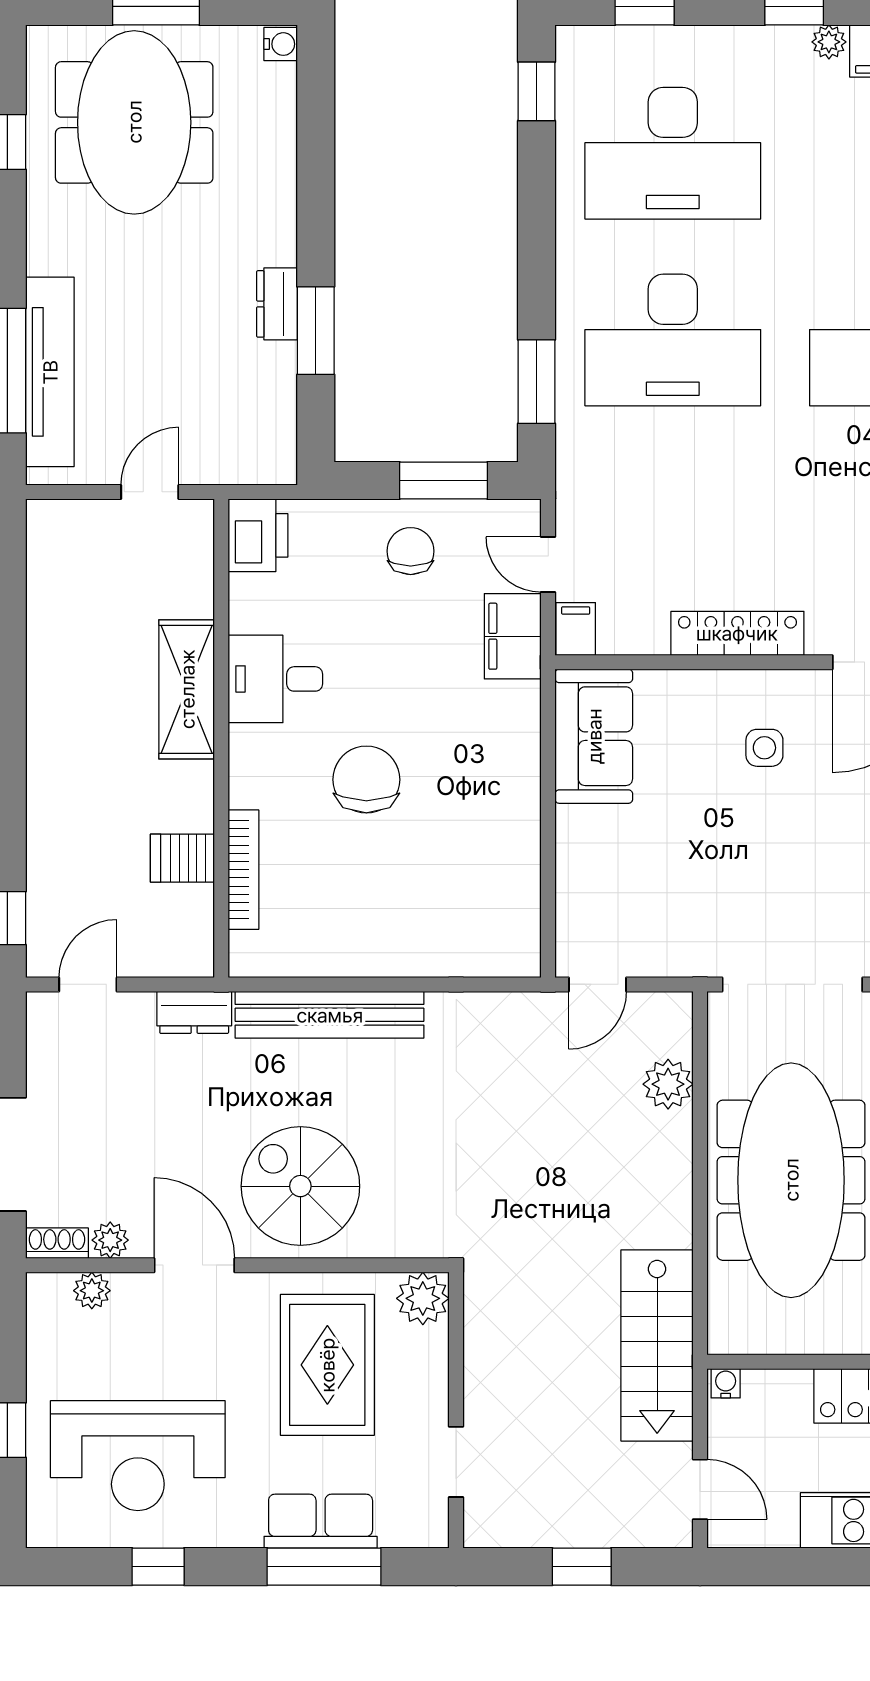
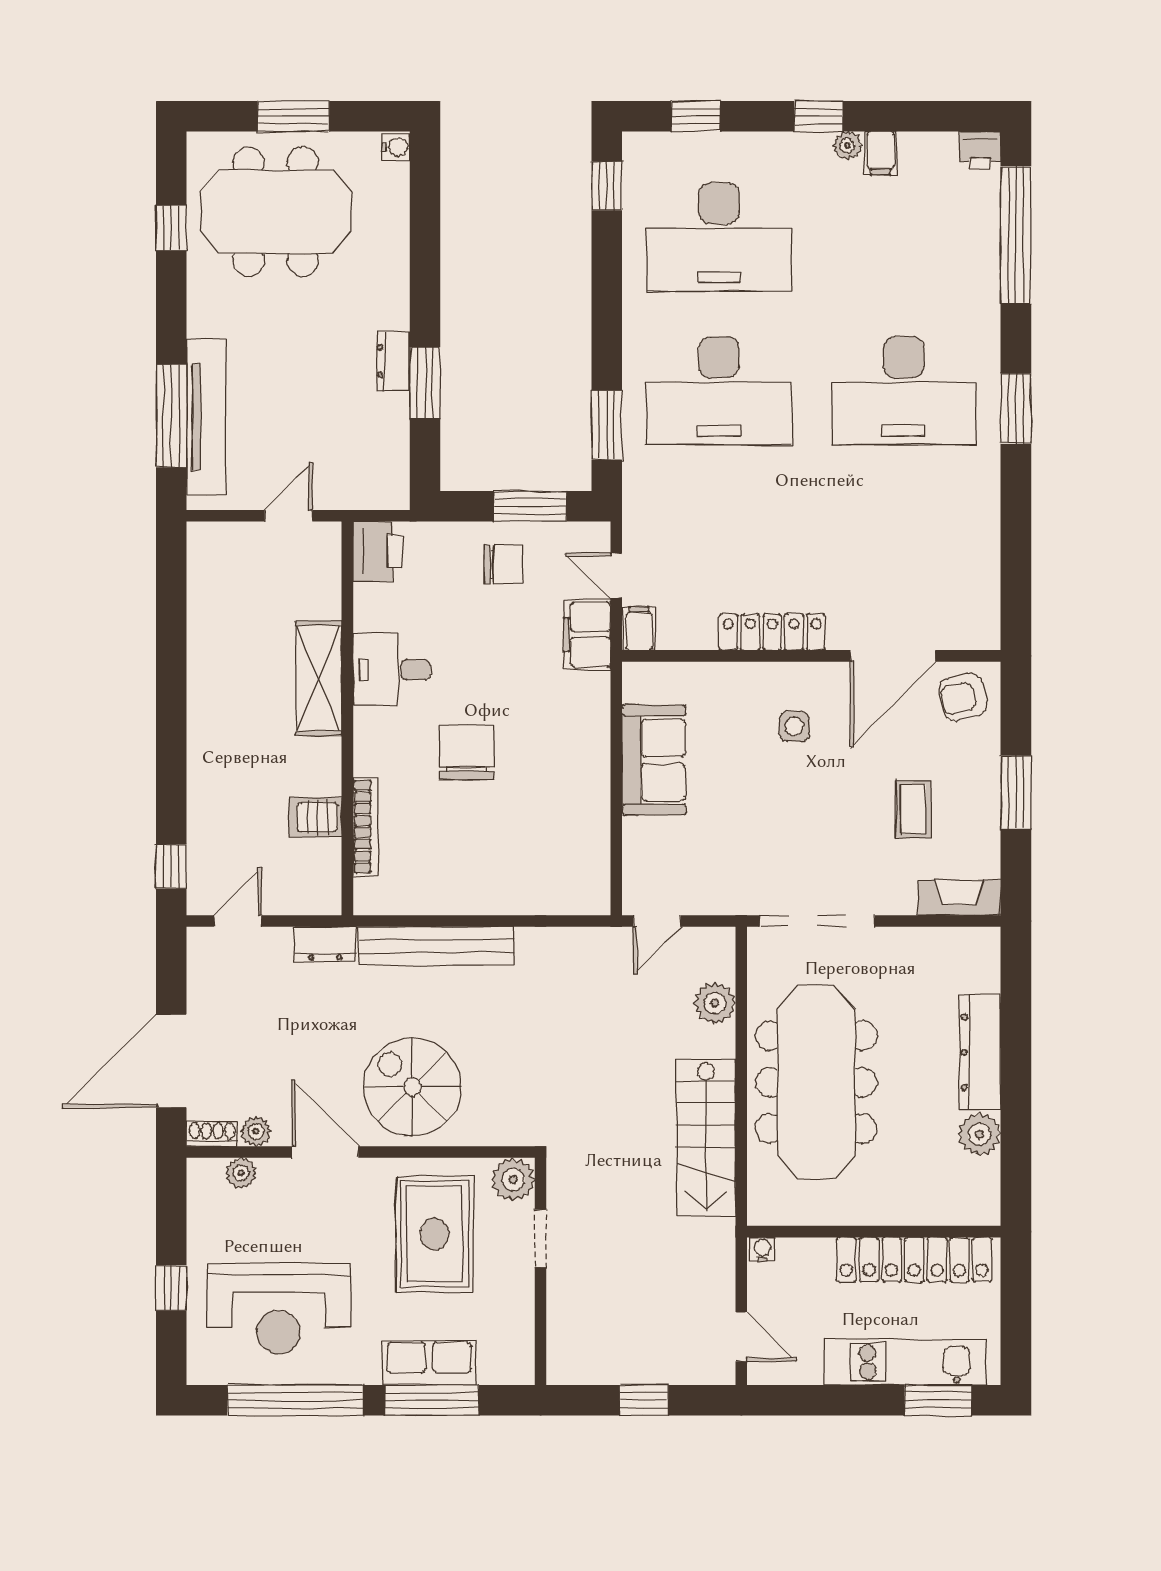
meeting table: (134, 122) -> (276, 212), turned 90
chair: (411, 551) -> (503, 564), turned 90
sofa: (594, 736) -> (654, 760), moved
stairs: (657, 1345) -> (706, 1138), moved
doorway: (456, 1462) -> (541, 1238), moved
window: (158, 1567) -> (295, 1400), width x3.17

